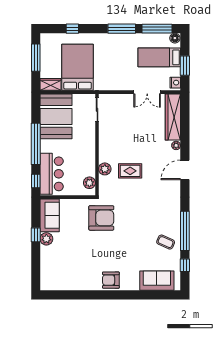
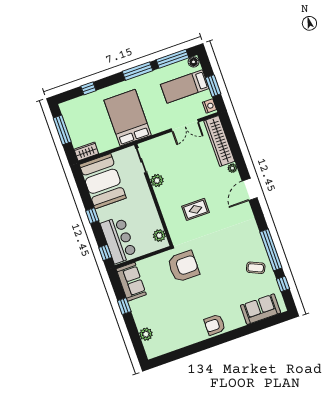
bed: (78, 67) -> (128, 118), moved
window: (36, 144) -> (92, 216), width x0.32
plant: (105, 169) -> (157, 180), moved
plant: (46, 239) -> (146, 334), moved

